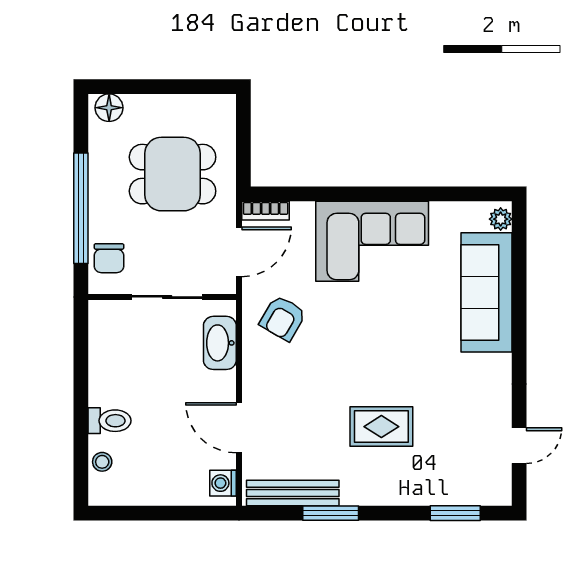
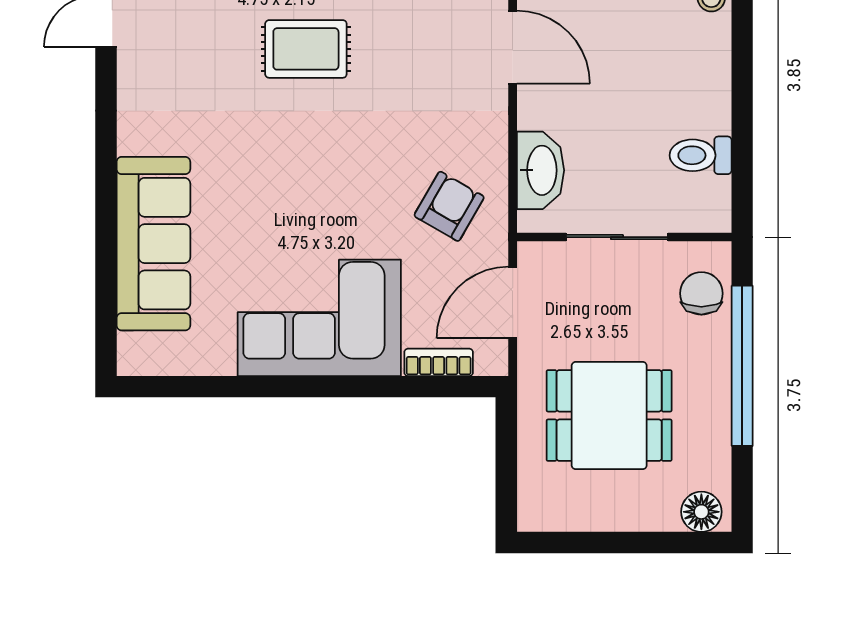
bookcase: (266, 211) -> (439, 362), moved
plant: (501, 219) -> (133, 350), removed
toilet: (109, 421) -> (701, 155), moved

